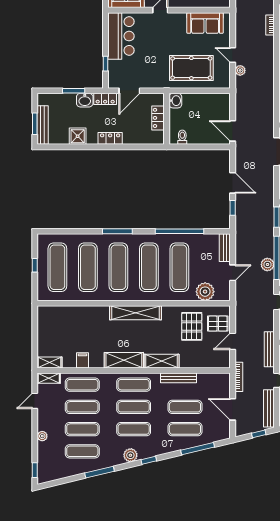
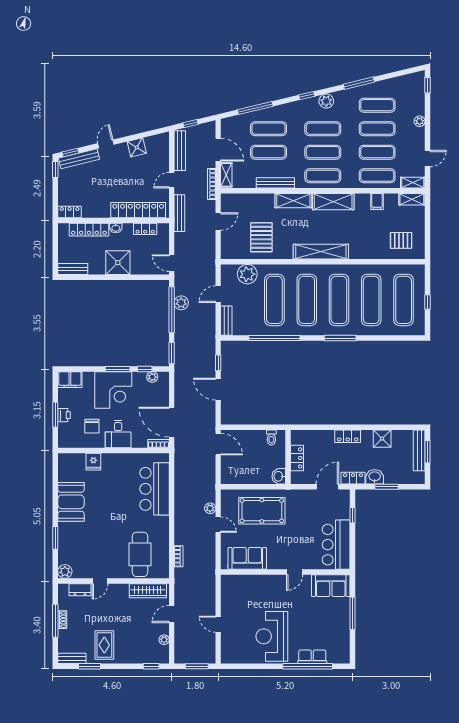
pallet: (218, 324) -> (401, 240), moved
shelving: (225, 385) -> (226, 175), added

